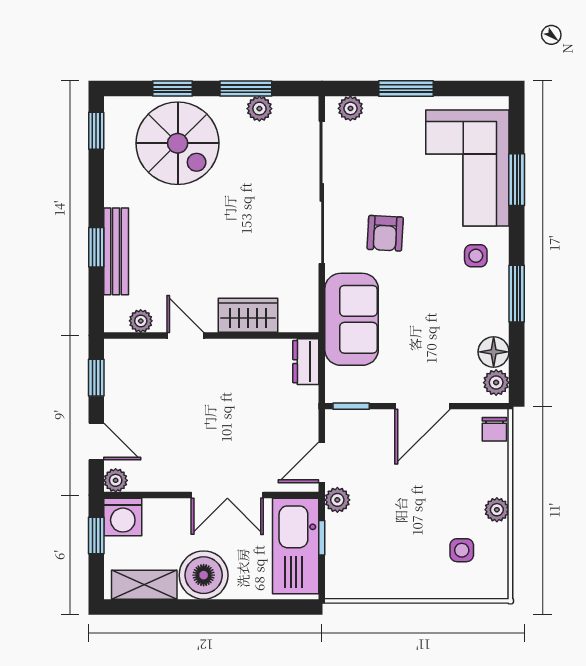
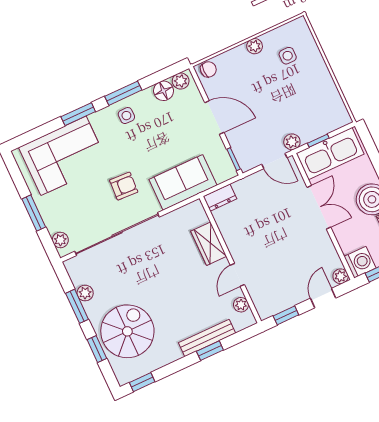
window: (517, 180) -> (78, 114), moved
side table: (476, 256) -> (126, 116), moved

